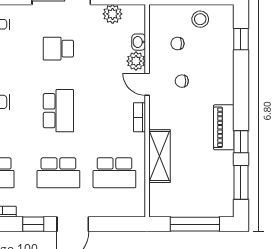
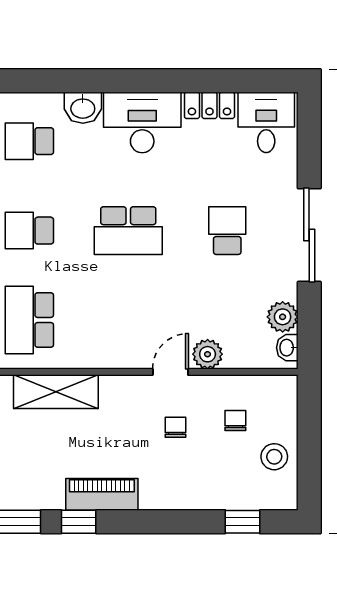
washbasin: (139, 42) -> (287, 348), moved, turned -90
bookcase: (139, 117) -> (118, 360), removed
school desk: (58, 173) -> (29, 231), width x0.54

